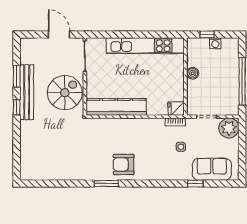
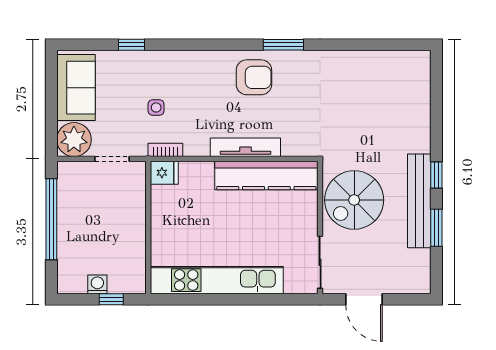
boiler: (193, 73) -> (136, 233), removed
tv unit: (128, 123) -> (245, 147), added
sofa: (212, 169) -> (76, 88), moved, turned -90

